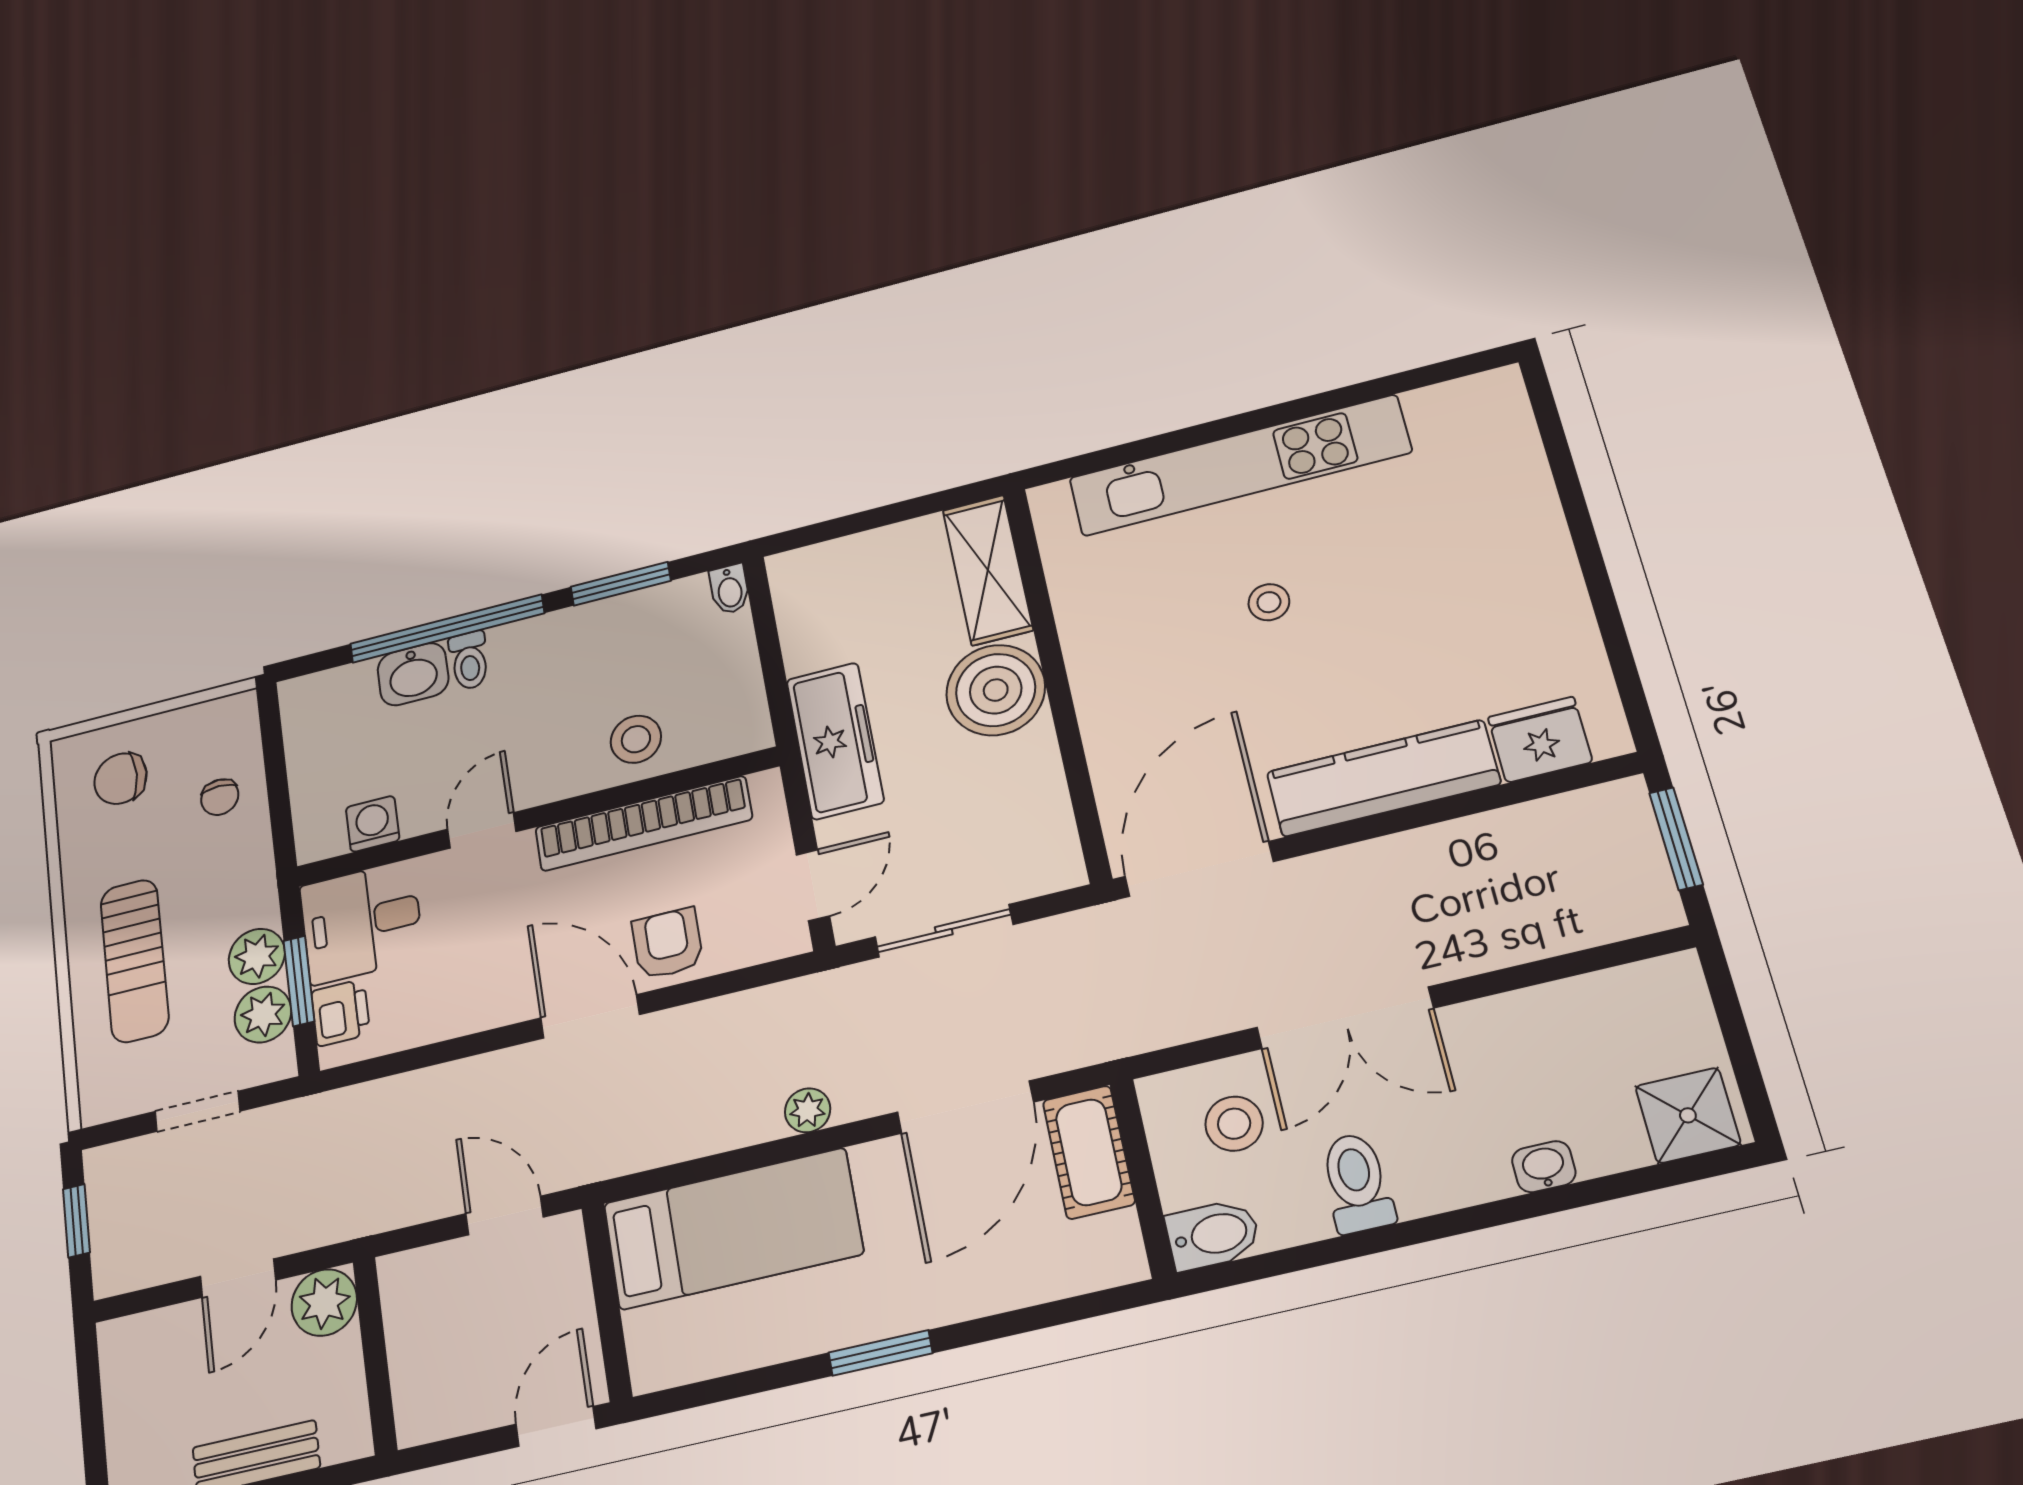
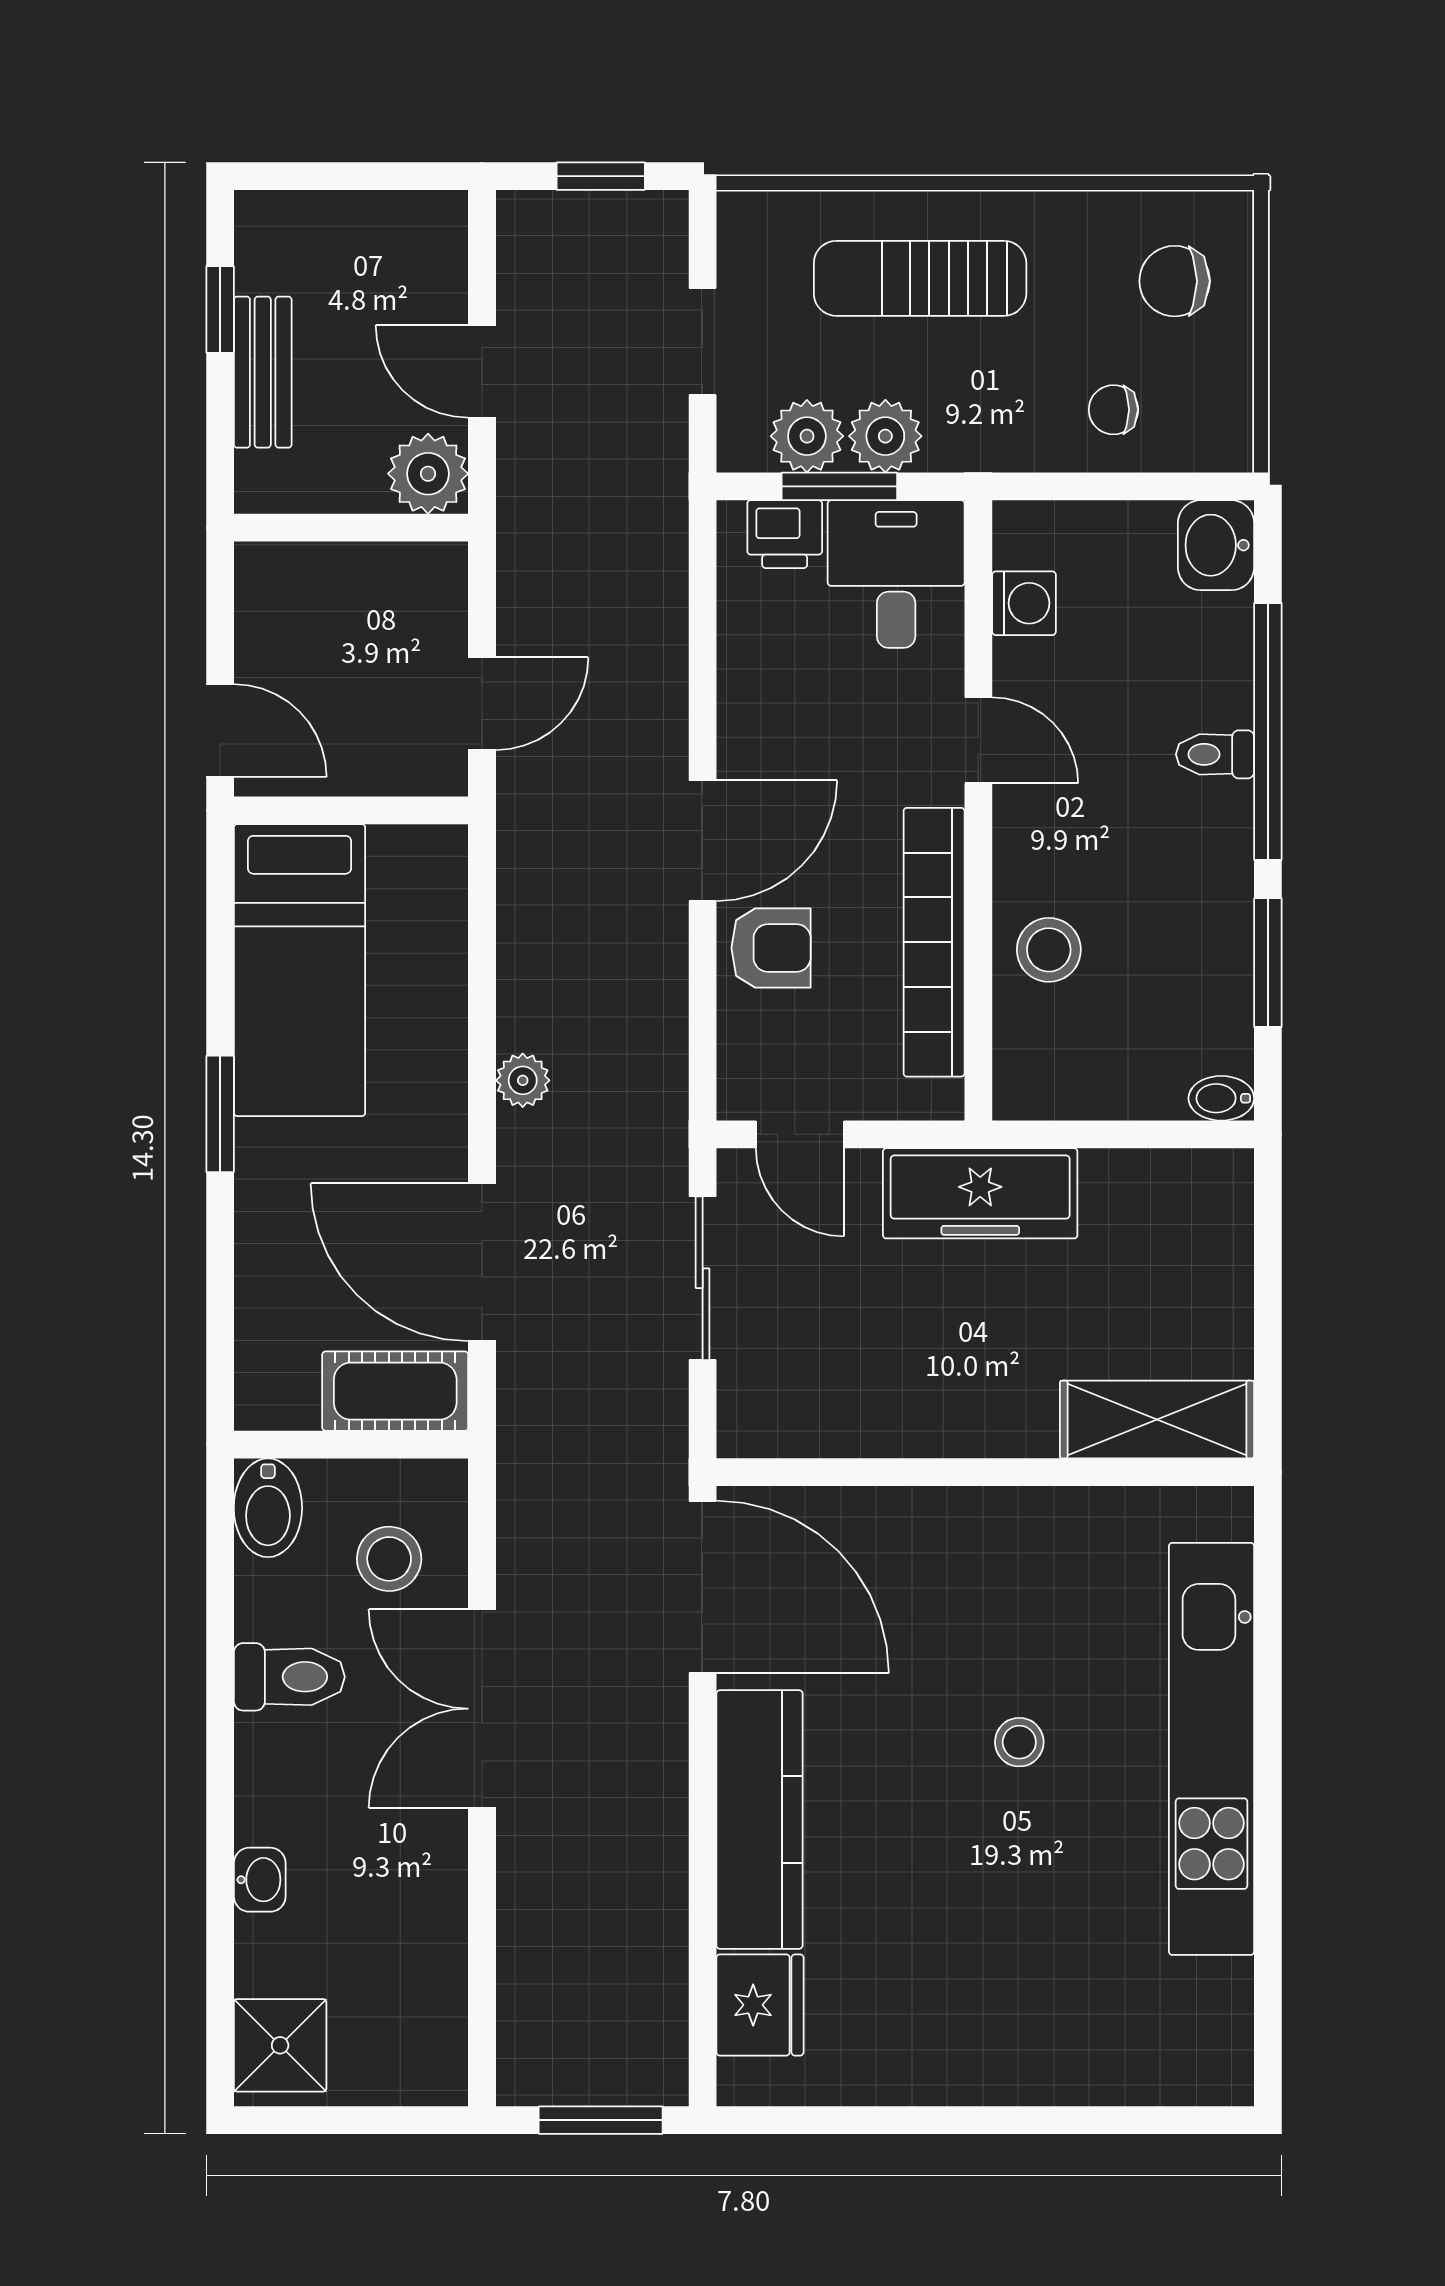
washbasin: (413, 674) -> (1216, 545), moved
boiler: (996, 690) -> (994, 1398), removed
chair: (120, 779) -> (1175, 281), turned -90
bed: (733, 1229) -> (300, 970), moved

